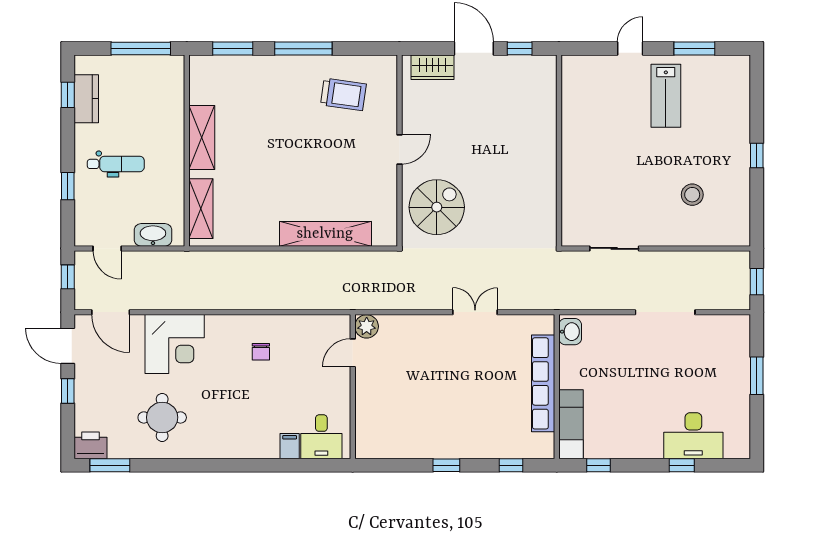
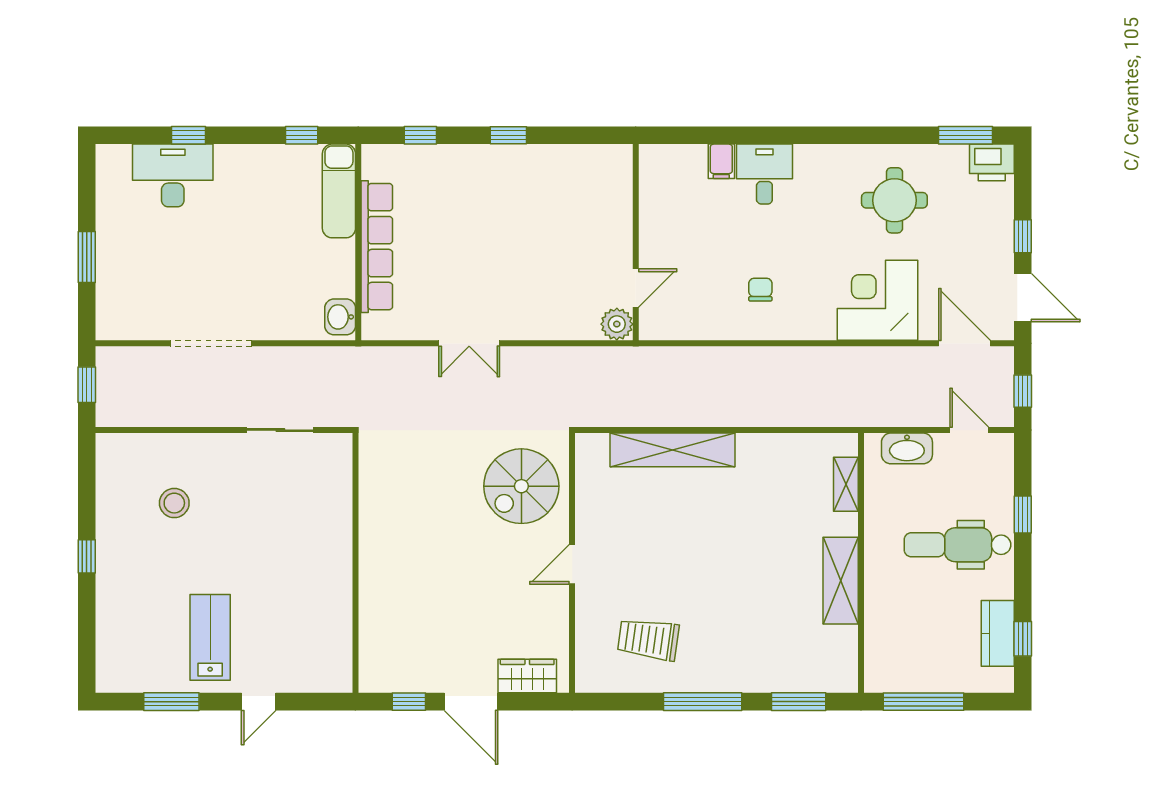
dental chair: (116, 164) -> (957, 545), width x1.36, depth x1.38
shelving: (201, 209) -> (846, 484), width x0.67, depth x0.75
desk: (321, 437) -> (764, 174), moved

